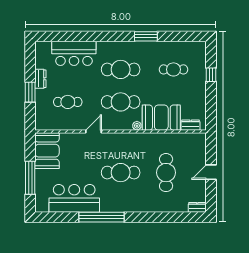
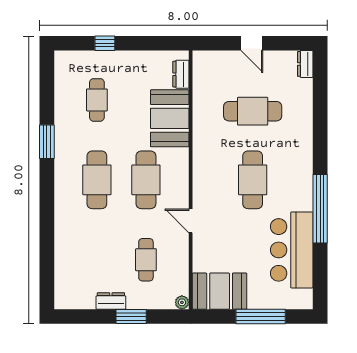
bar counter: (74, 53) -> (72, 250), removed
plant: (137, 126) -> (182, 302), moved

